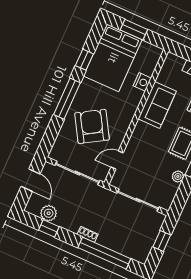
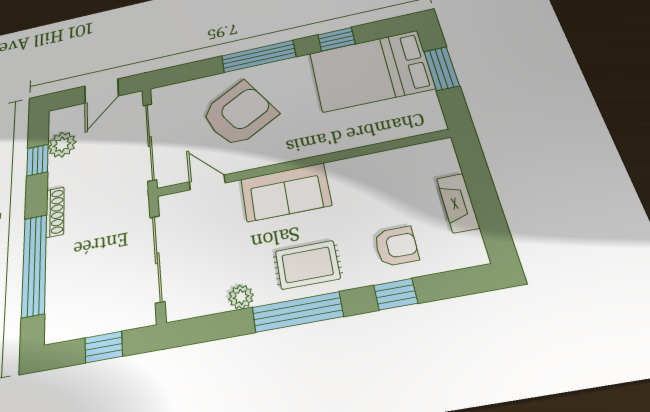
nightstand: (142, 82) -> (366, 134), removed
sofa: (157, 105) -> (286, 192), moved
shoe rack: (88, 234) -> (55, 212), width x1.43

